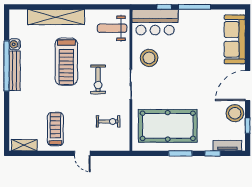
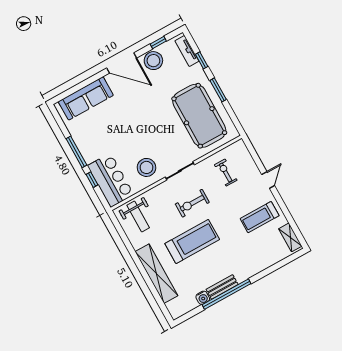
bench: (15, 71) -> (222, 287), width x0.73
exercise bike: (98, 79) -> (192, 203), turned 180

